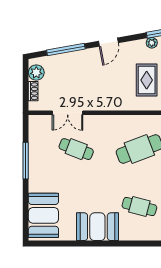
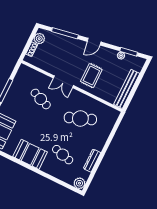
rug: (147, 80) -> (91, 76), moved
double door: (68, 113) -> (63, 82), moved

